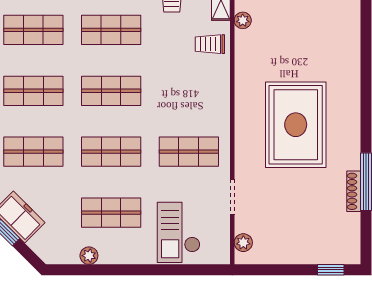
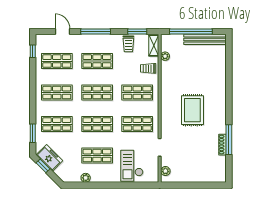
shop shelf: (189, 91) -> (137, 93), added
rug: (296, 125) -> (192, 110), width x0.73, depth x0.69
window: (331, 270) -> (211, 185), removed

